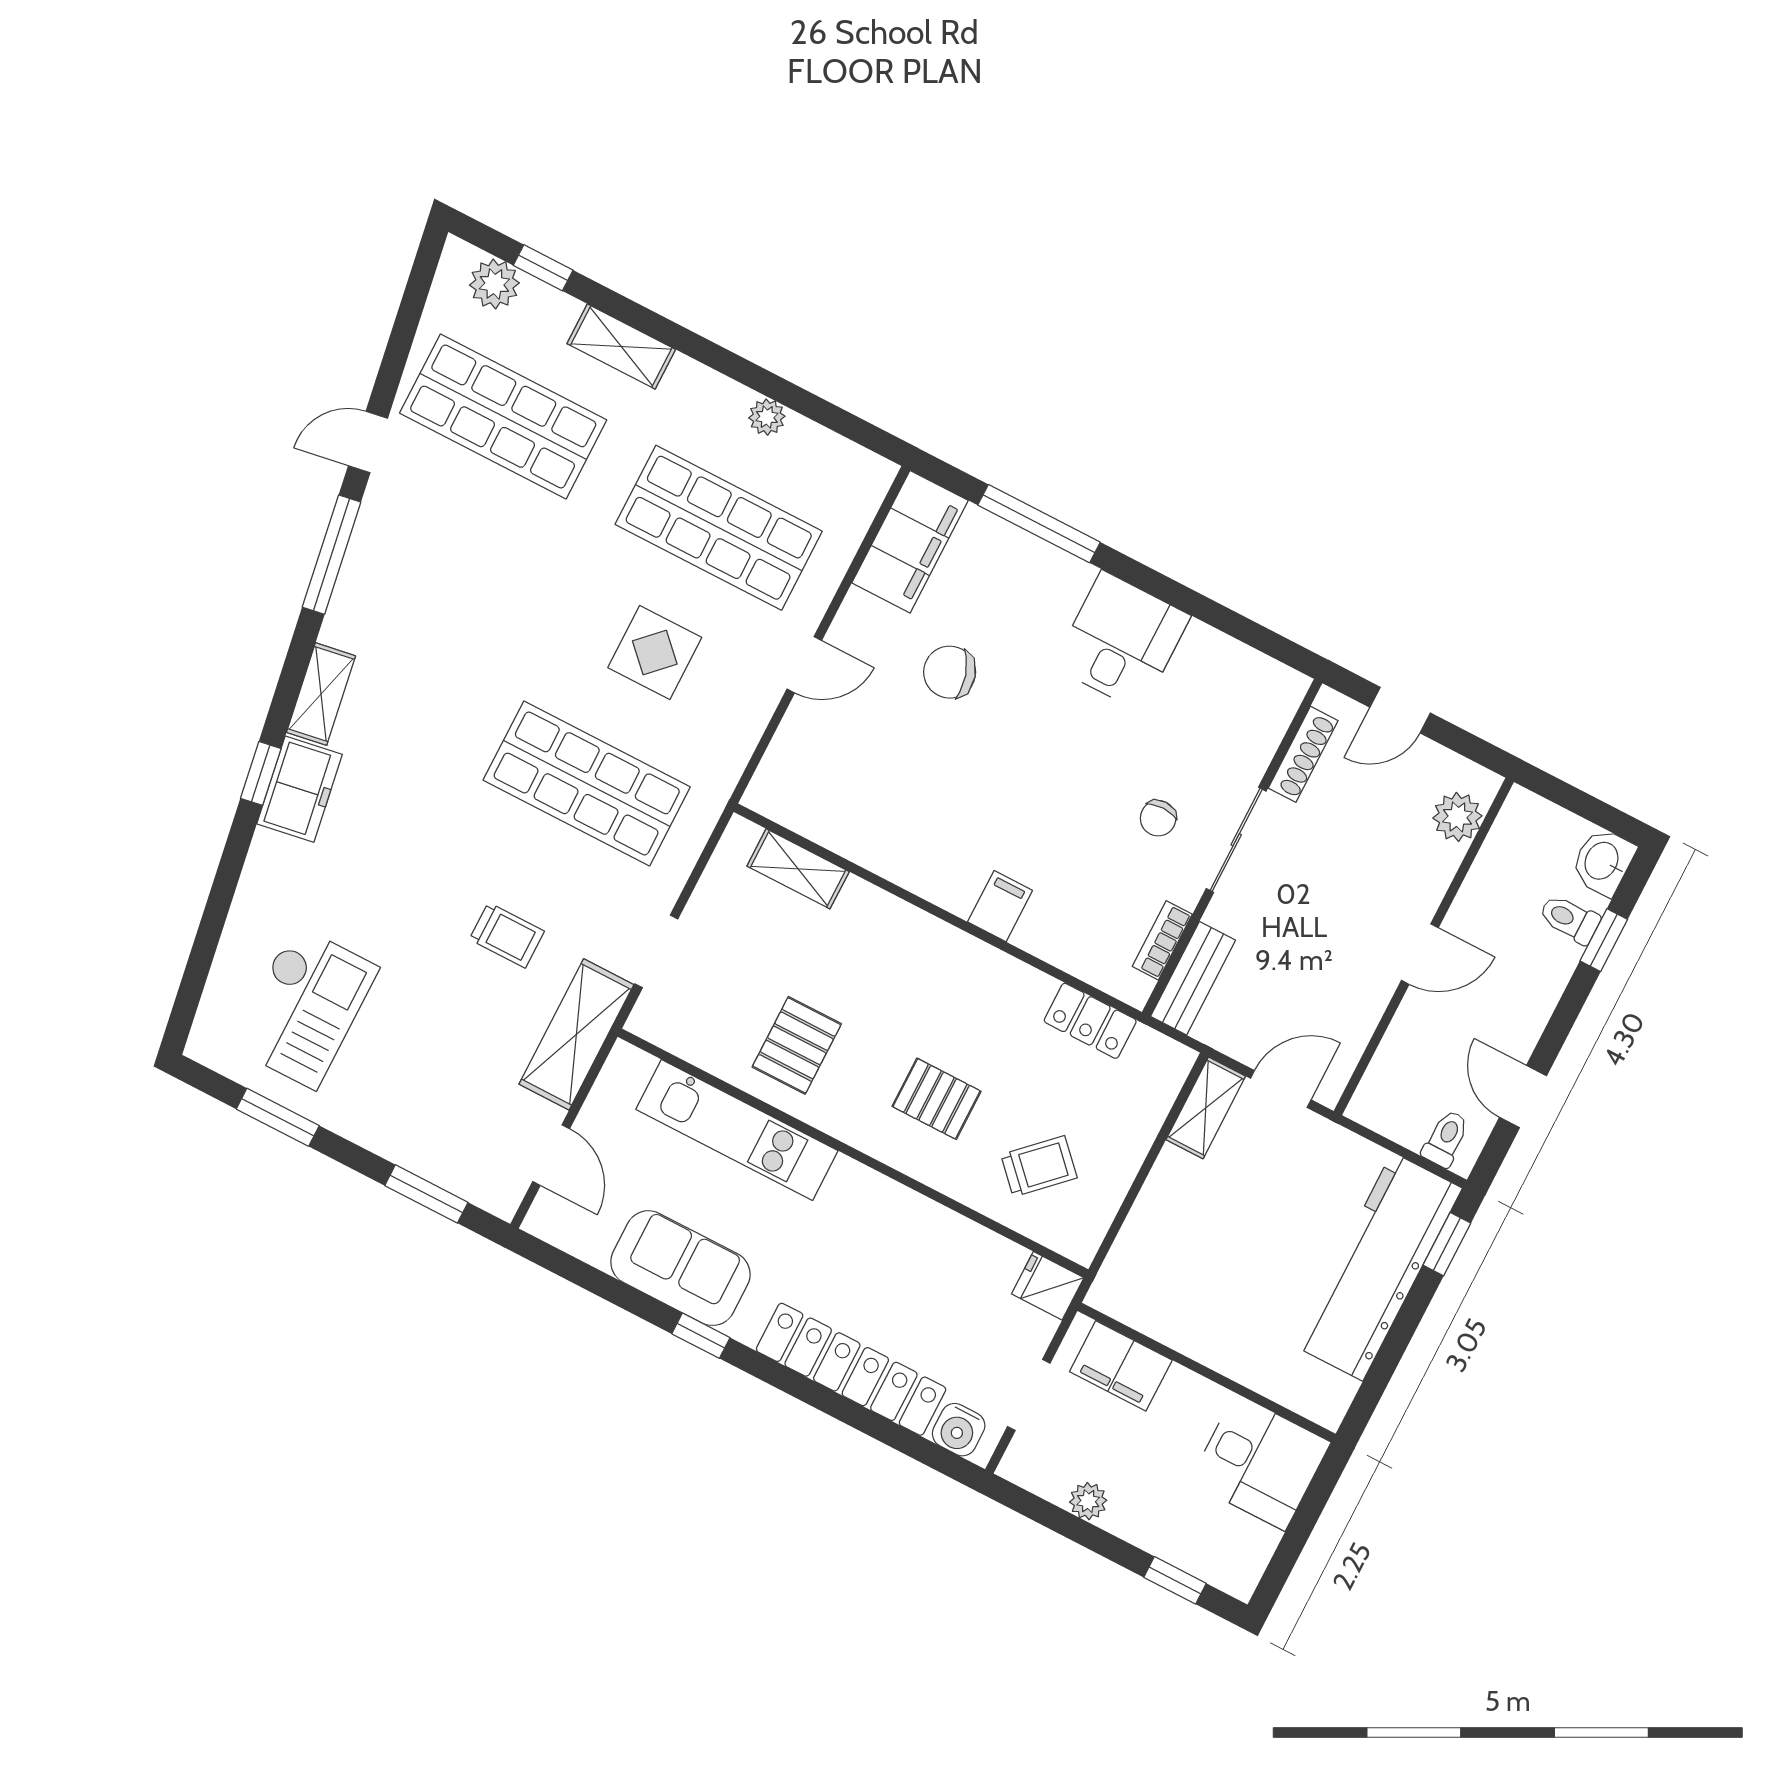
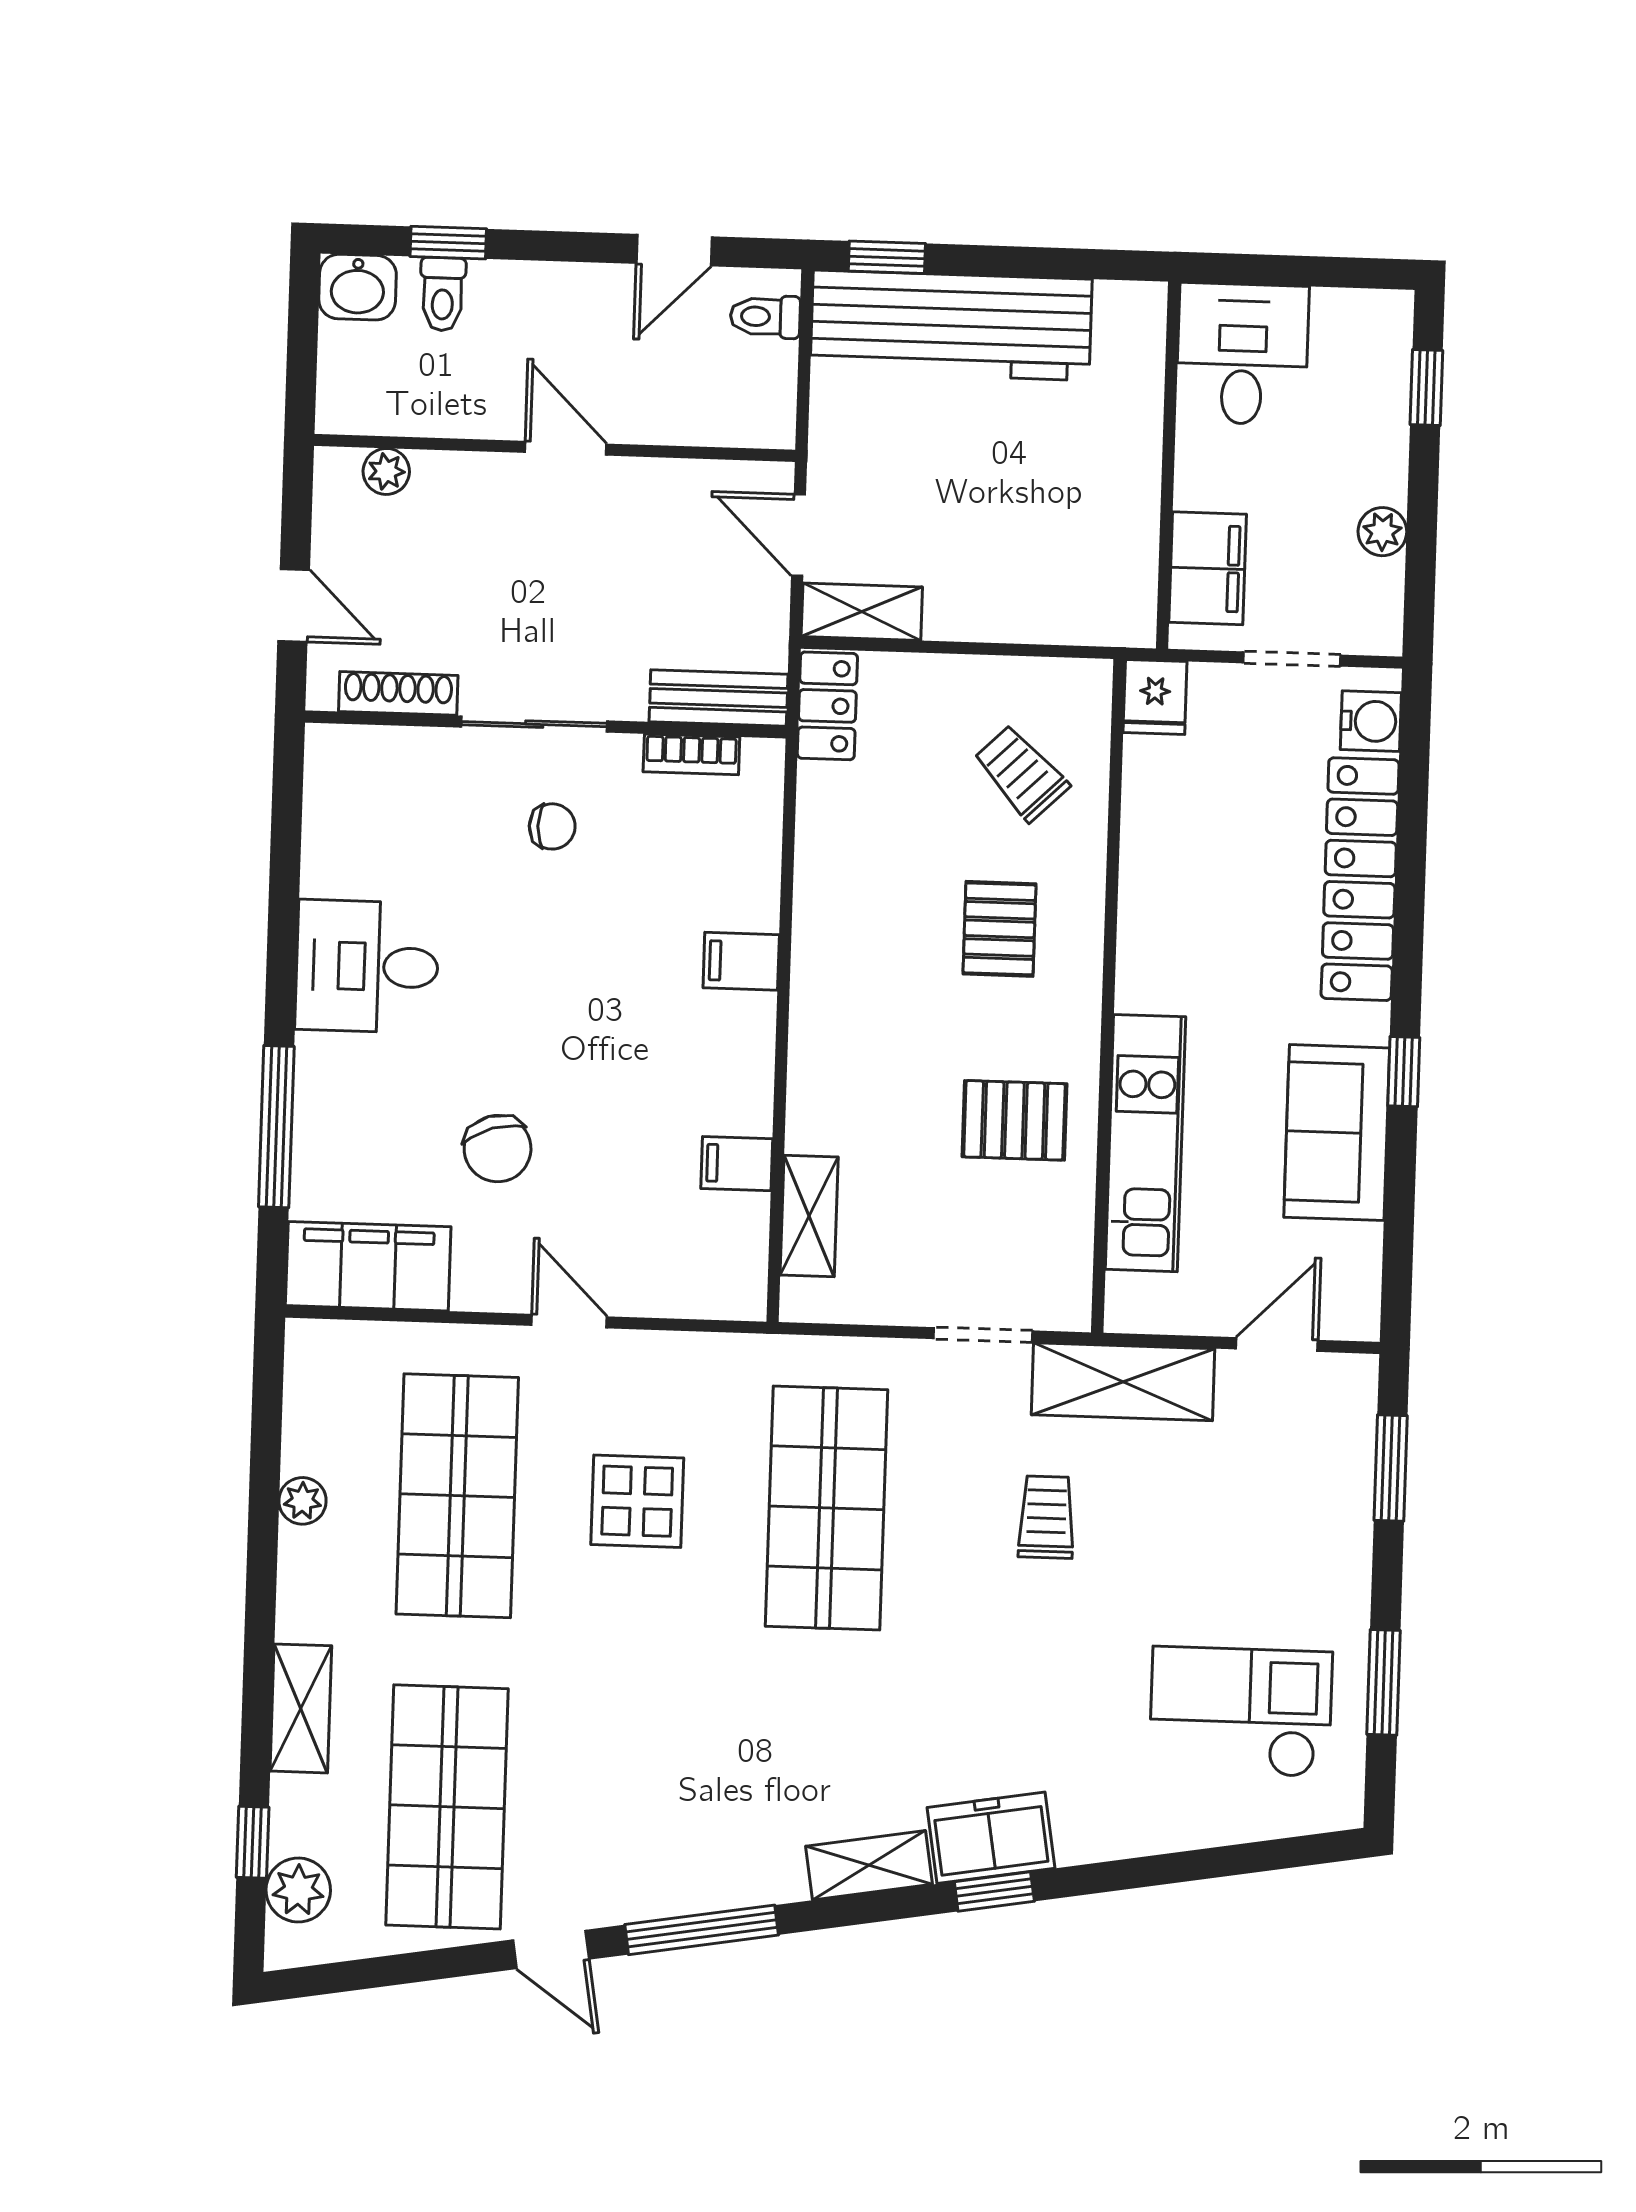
plant: (1457, 817) -> (386, 471), width x0.73, depth x0.73
filing cabinet: (859, 835) -> (737, 1164), added
locker: (1090, 1021) -> (827, 706), moved

